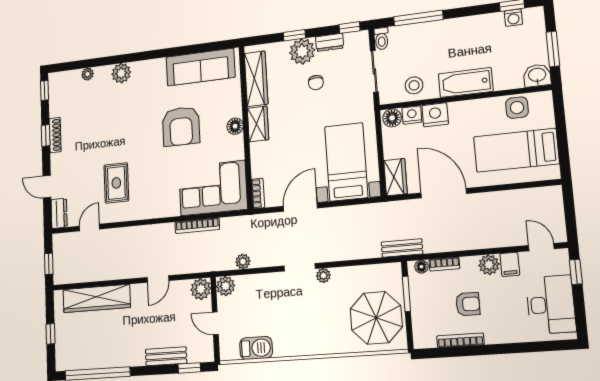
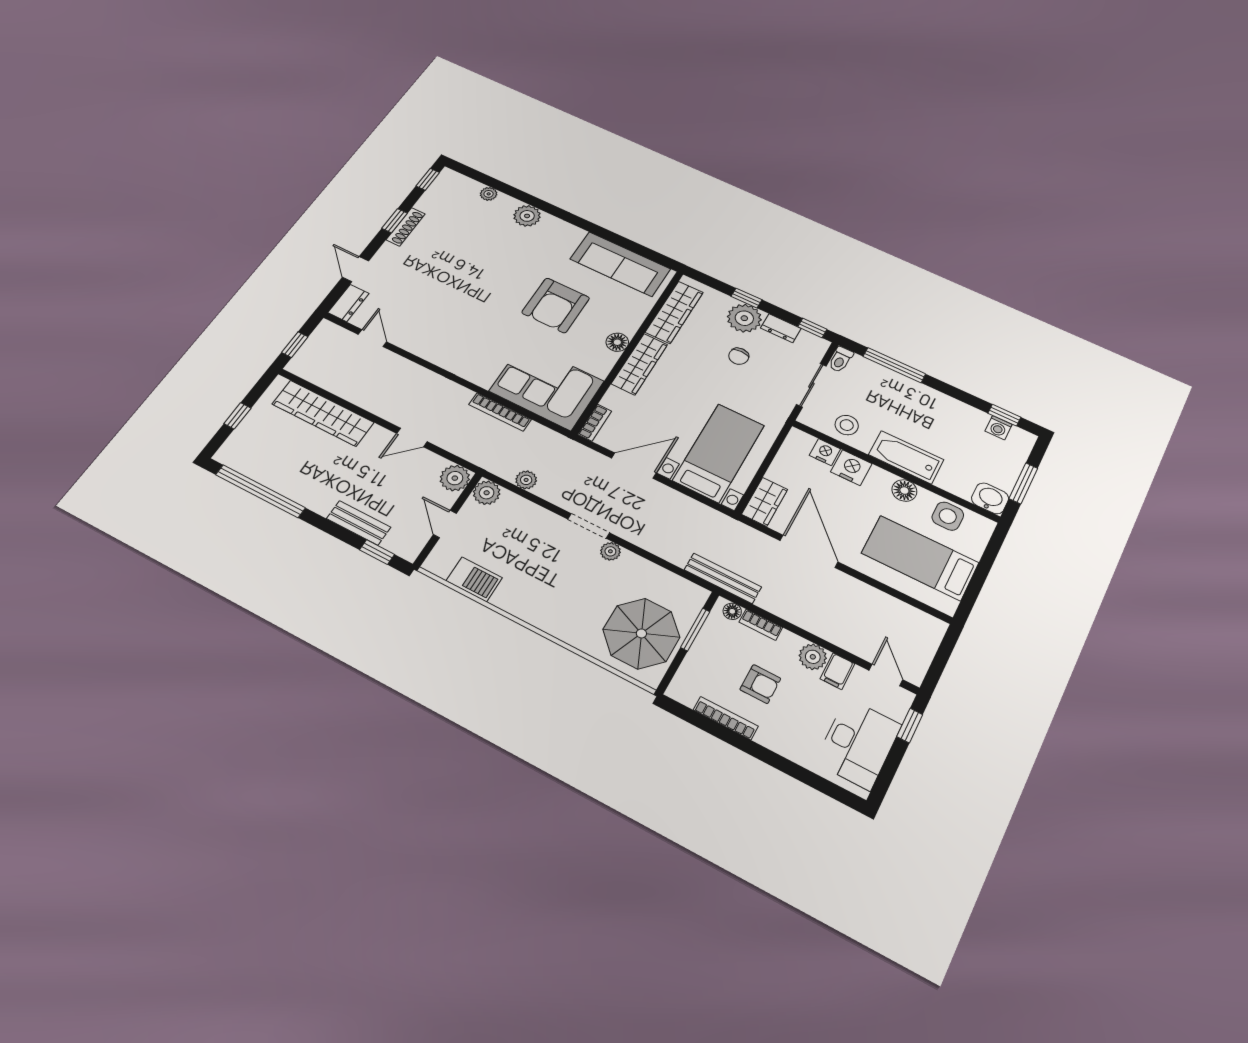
floor lamp: (392, 118) -> (904, 491), moved
wardrobe: (258, 124) -> (639, 364), width x1.50
rug: (116, 183) -> (439, 314), removed
door: (89, 228) -> (372, 338), hinge flipped
bench: (402, 248) -> (723, 578), width x1.36

